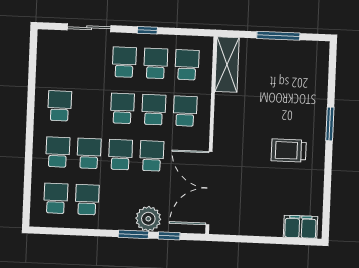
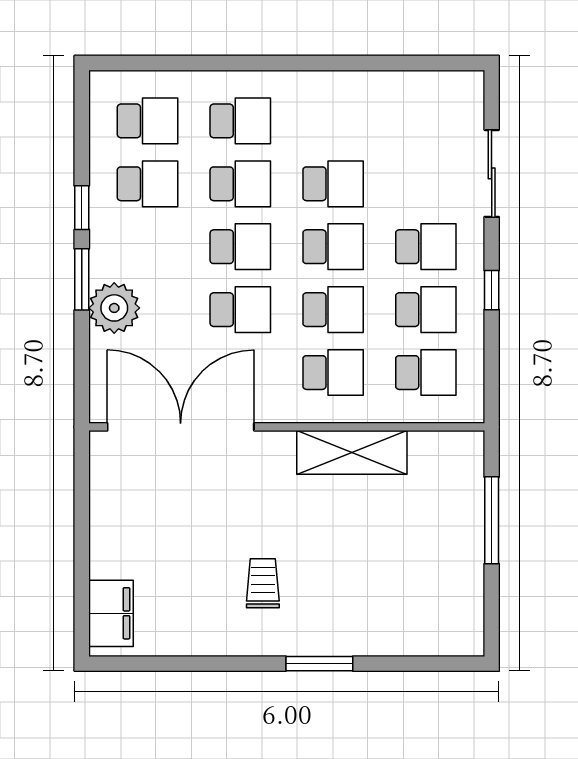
window: (278, 36) -> (492, 520), moved
shelving: (227, 65) -> (352, 452), moved
school desk: (60, 106) -> (333, 184), moved
trolley: (289, 150) -> (263, 583), width x0.73, depth x0.72
window: (169, 236) -> (82, 208), moved

